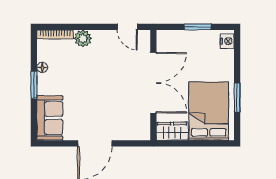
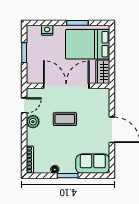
plant: (83, 38) -> (33, 122), moved
nightstand: (227, 41) -> (47, 30), moved
coffee table: (109, 81) -> (65, 119), added

